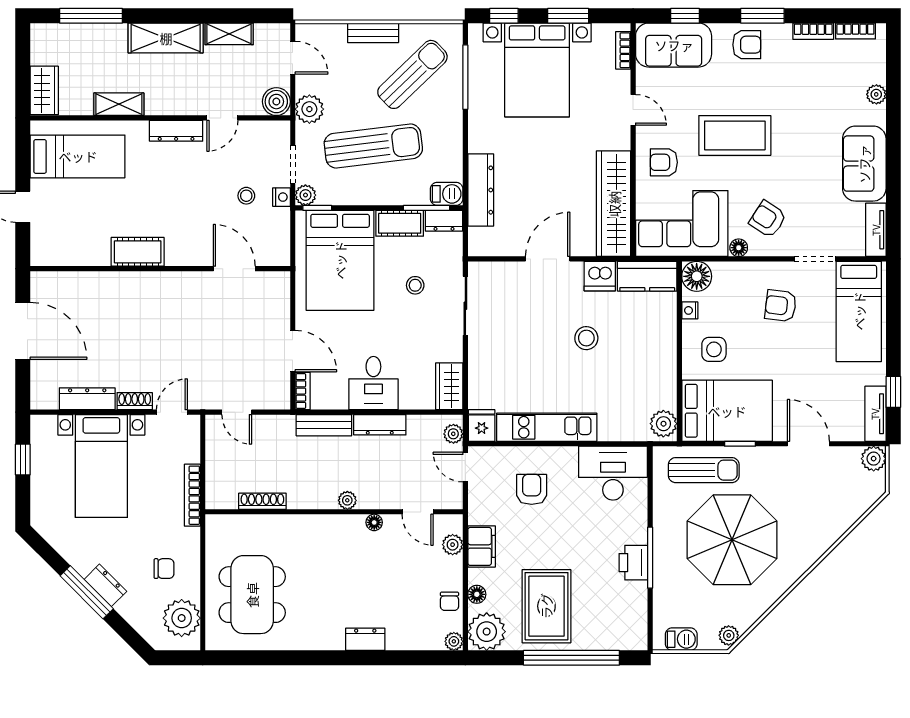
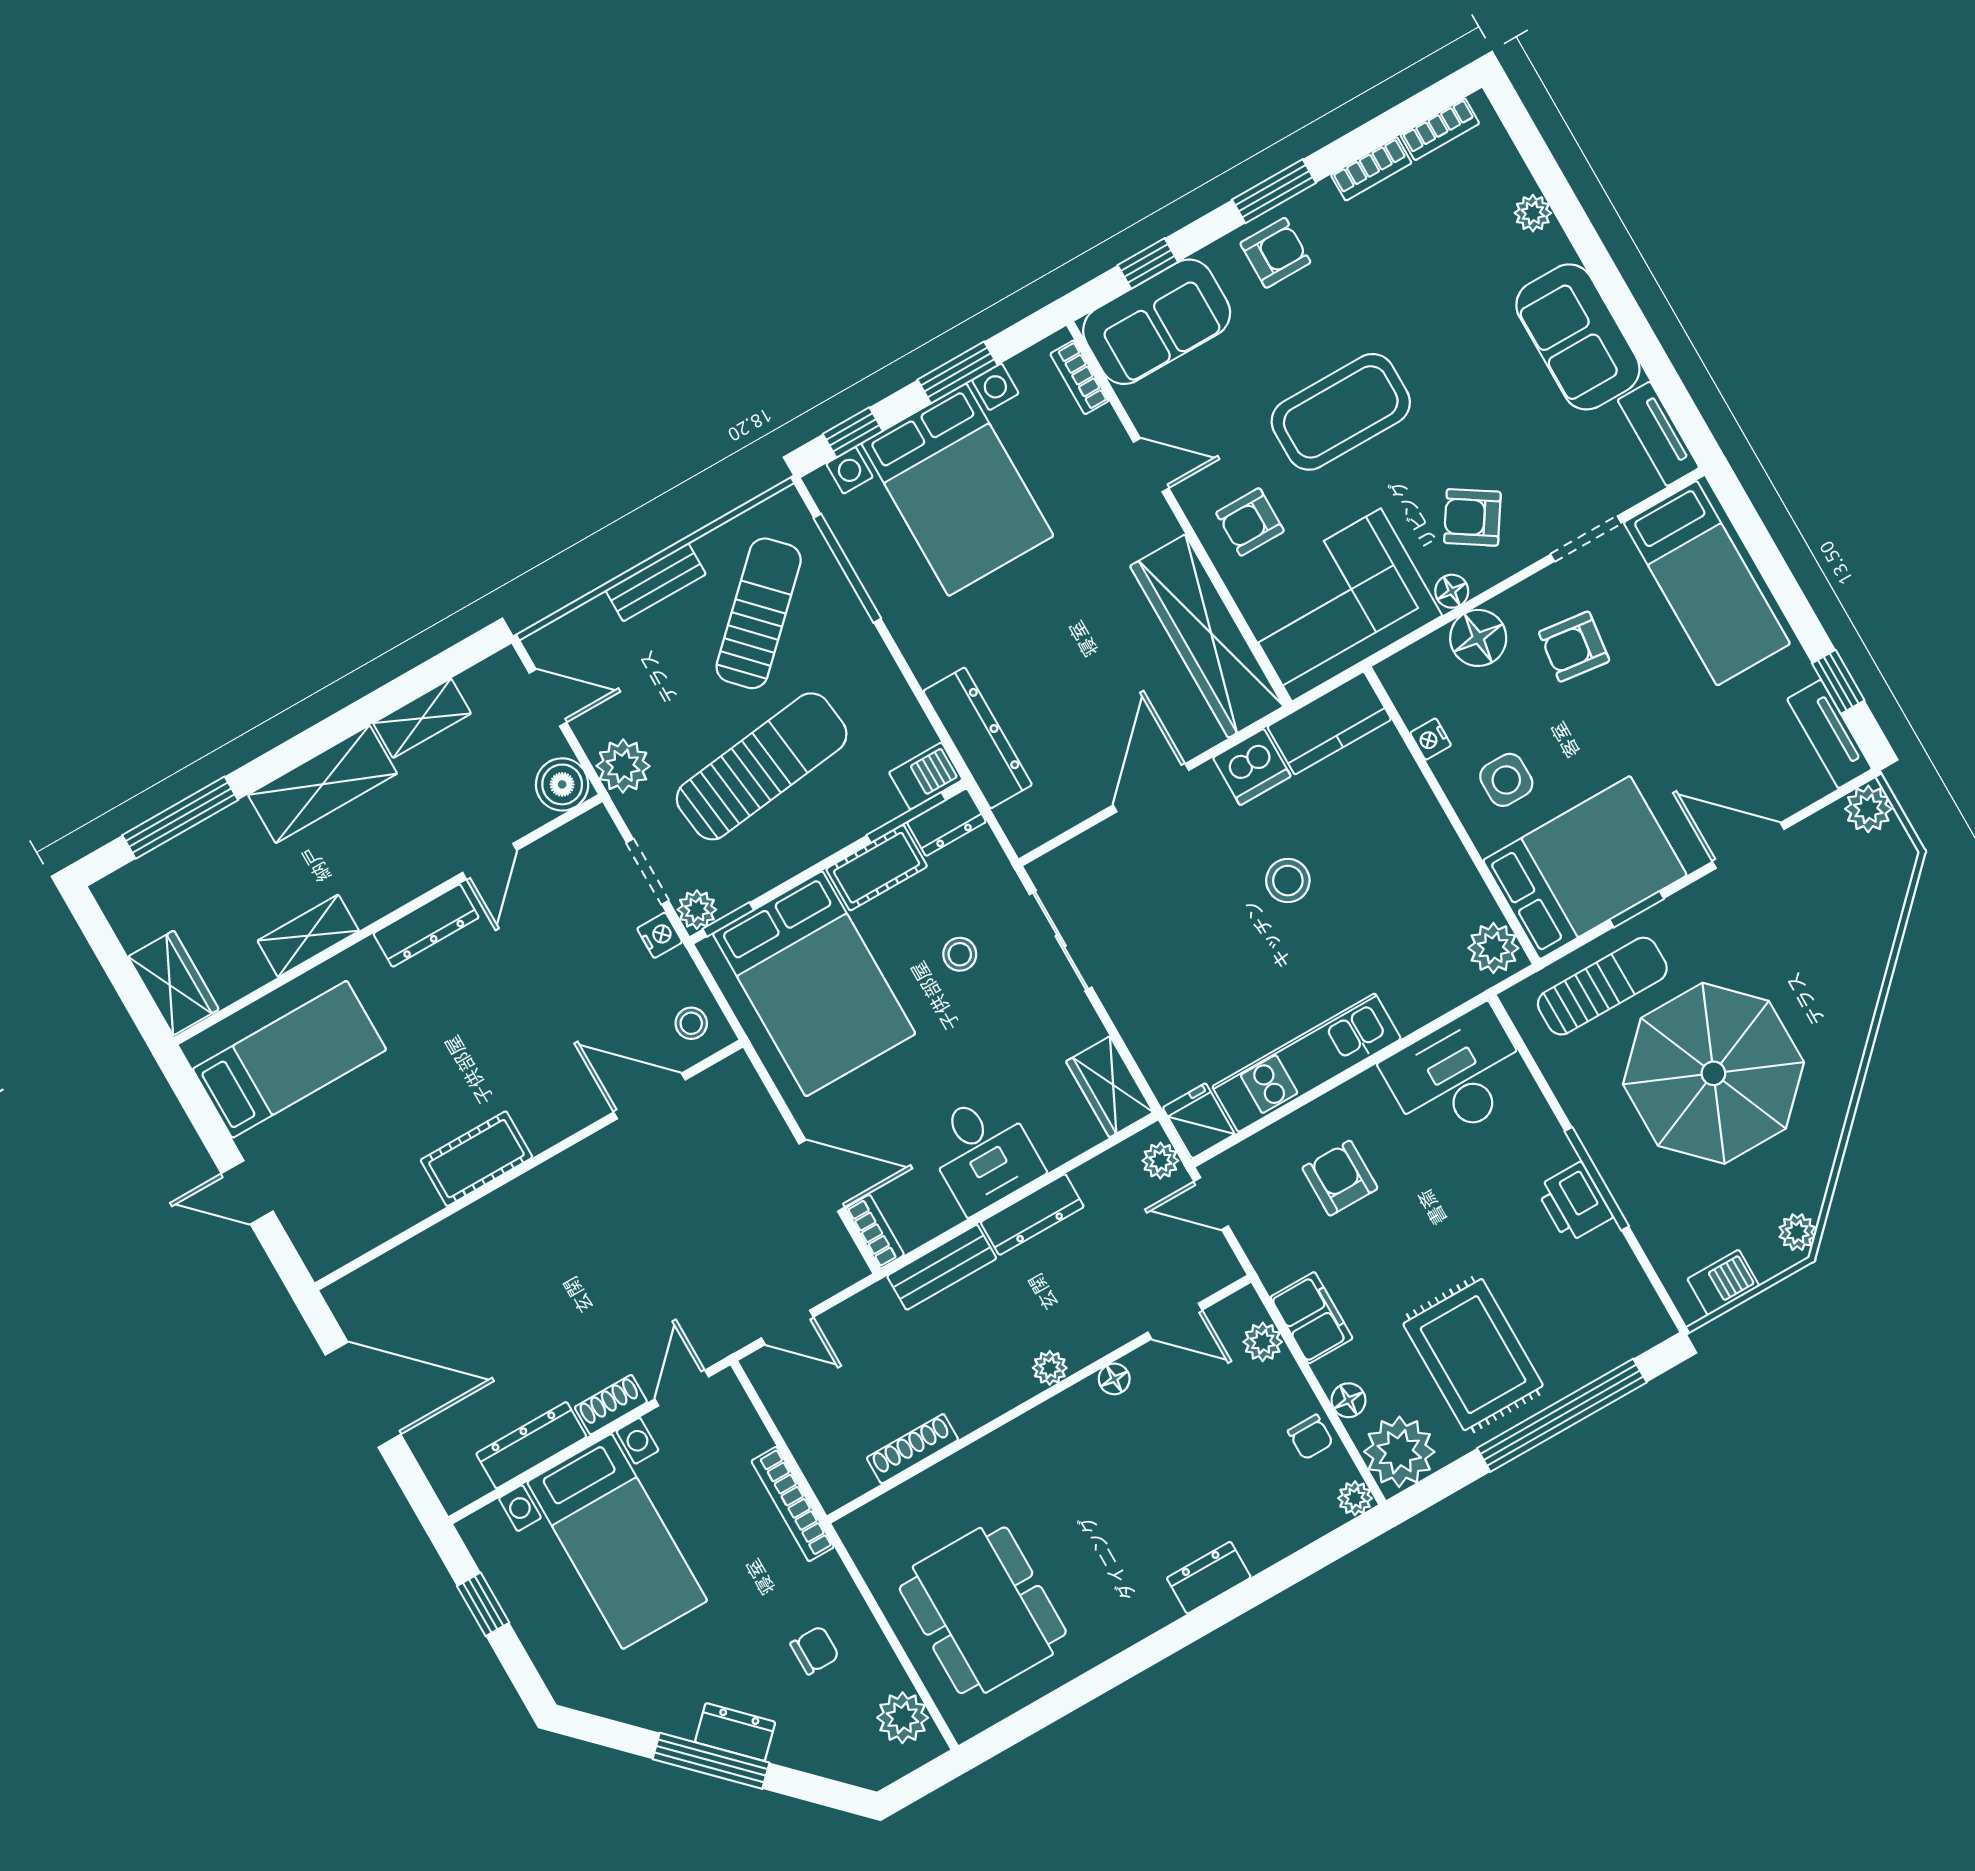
stool: (246, 196) -> (691, 1023), moved
floor lamp: (697, 276) -> (1478, 638), moved
plant: (182, 618) -> (903, 1718), width x0.73, depth x0.73

